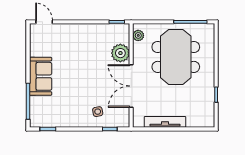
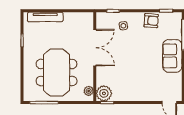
plant: (120, 53) -> (104, 93), moved
armchair: (65, 118) -> (151, 21), added
tv unit: (165, 122) -> (45, 17), moved

